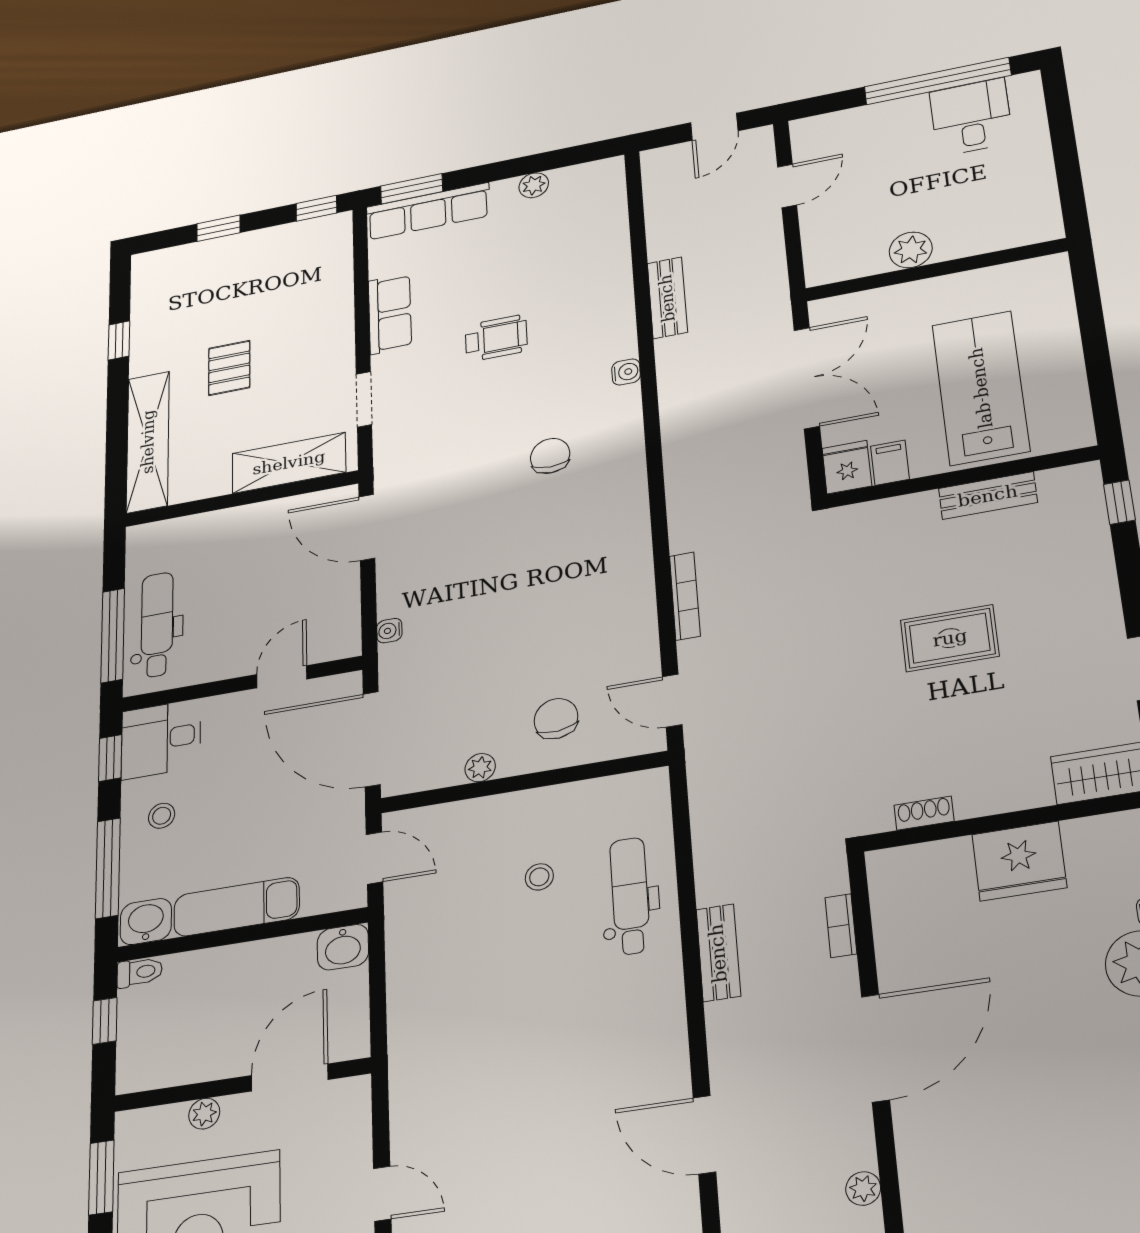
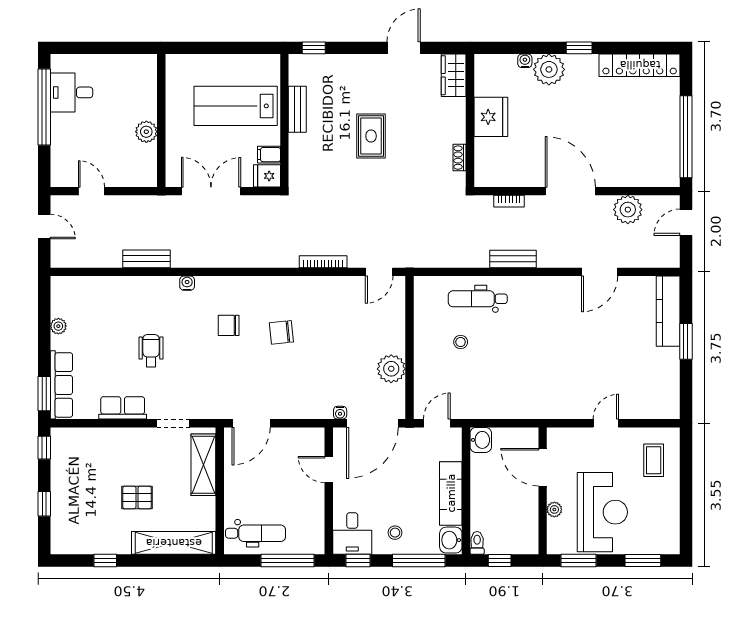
dental chair: (157, 625) -> (256, 533), moved, turned 180
water cooler: (389, 631) -> (340, 413), moved
chair: (556, 719) -> (281, 332), moved
plant: (480, 768) -> (391, 369), width x1.88, depth x1.88
plant: (863, 1188) -> (628, 210), width x1.88, depth x1.88

